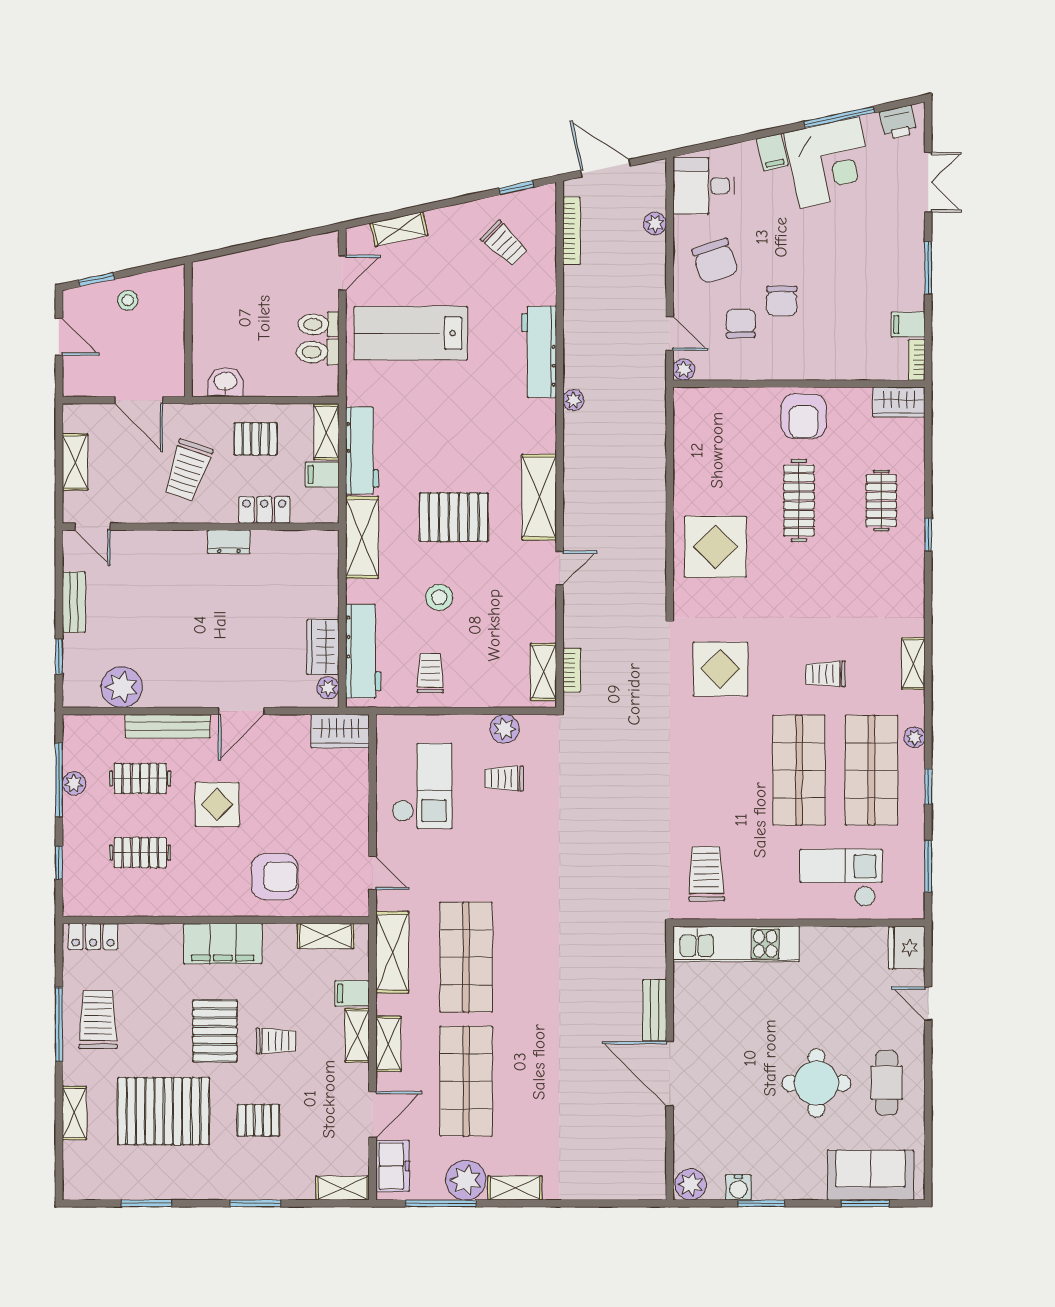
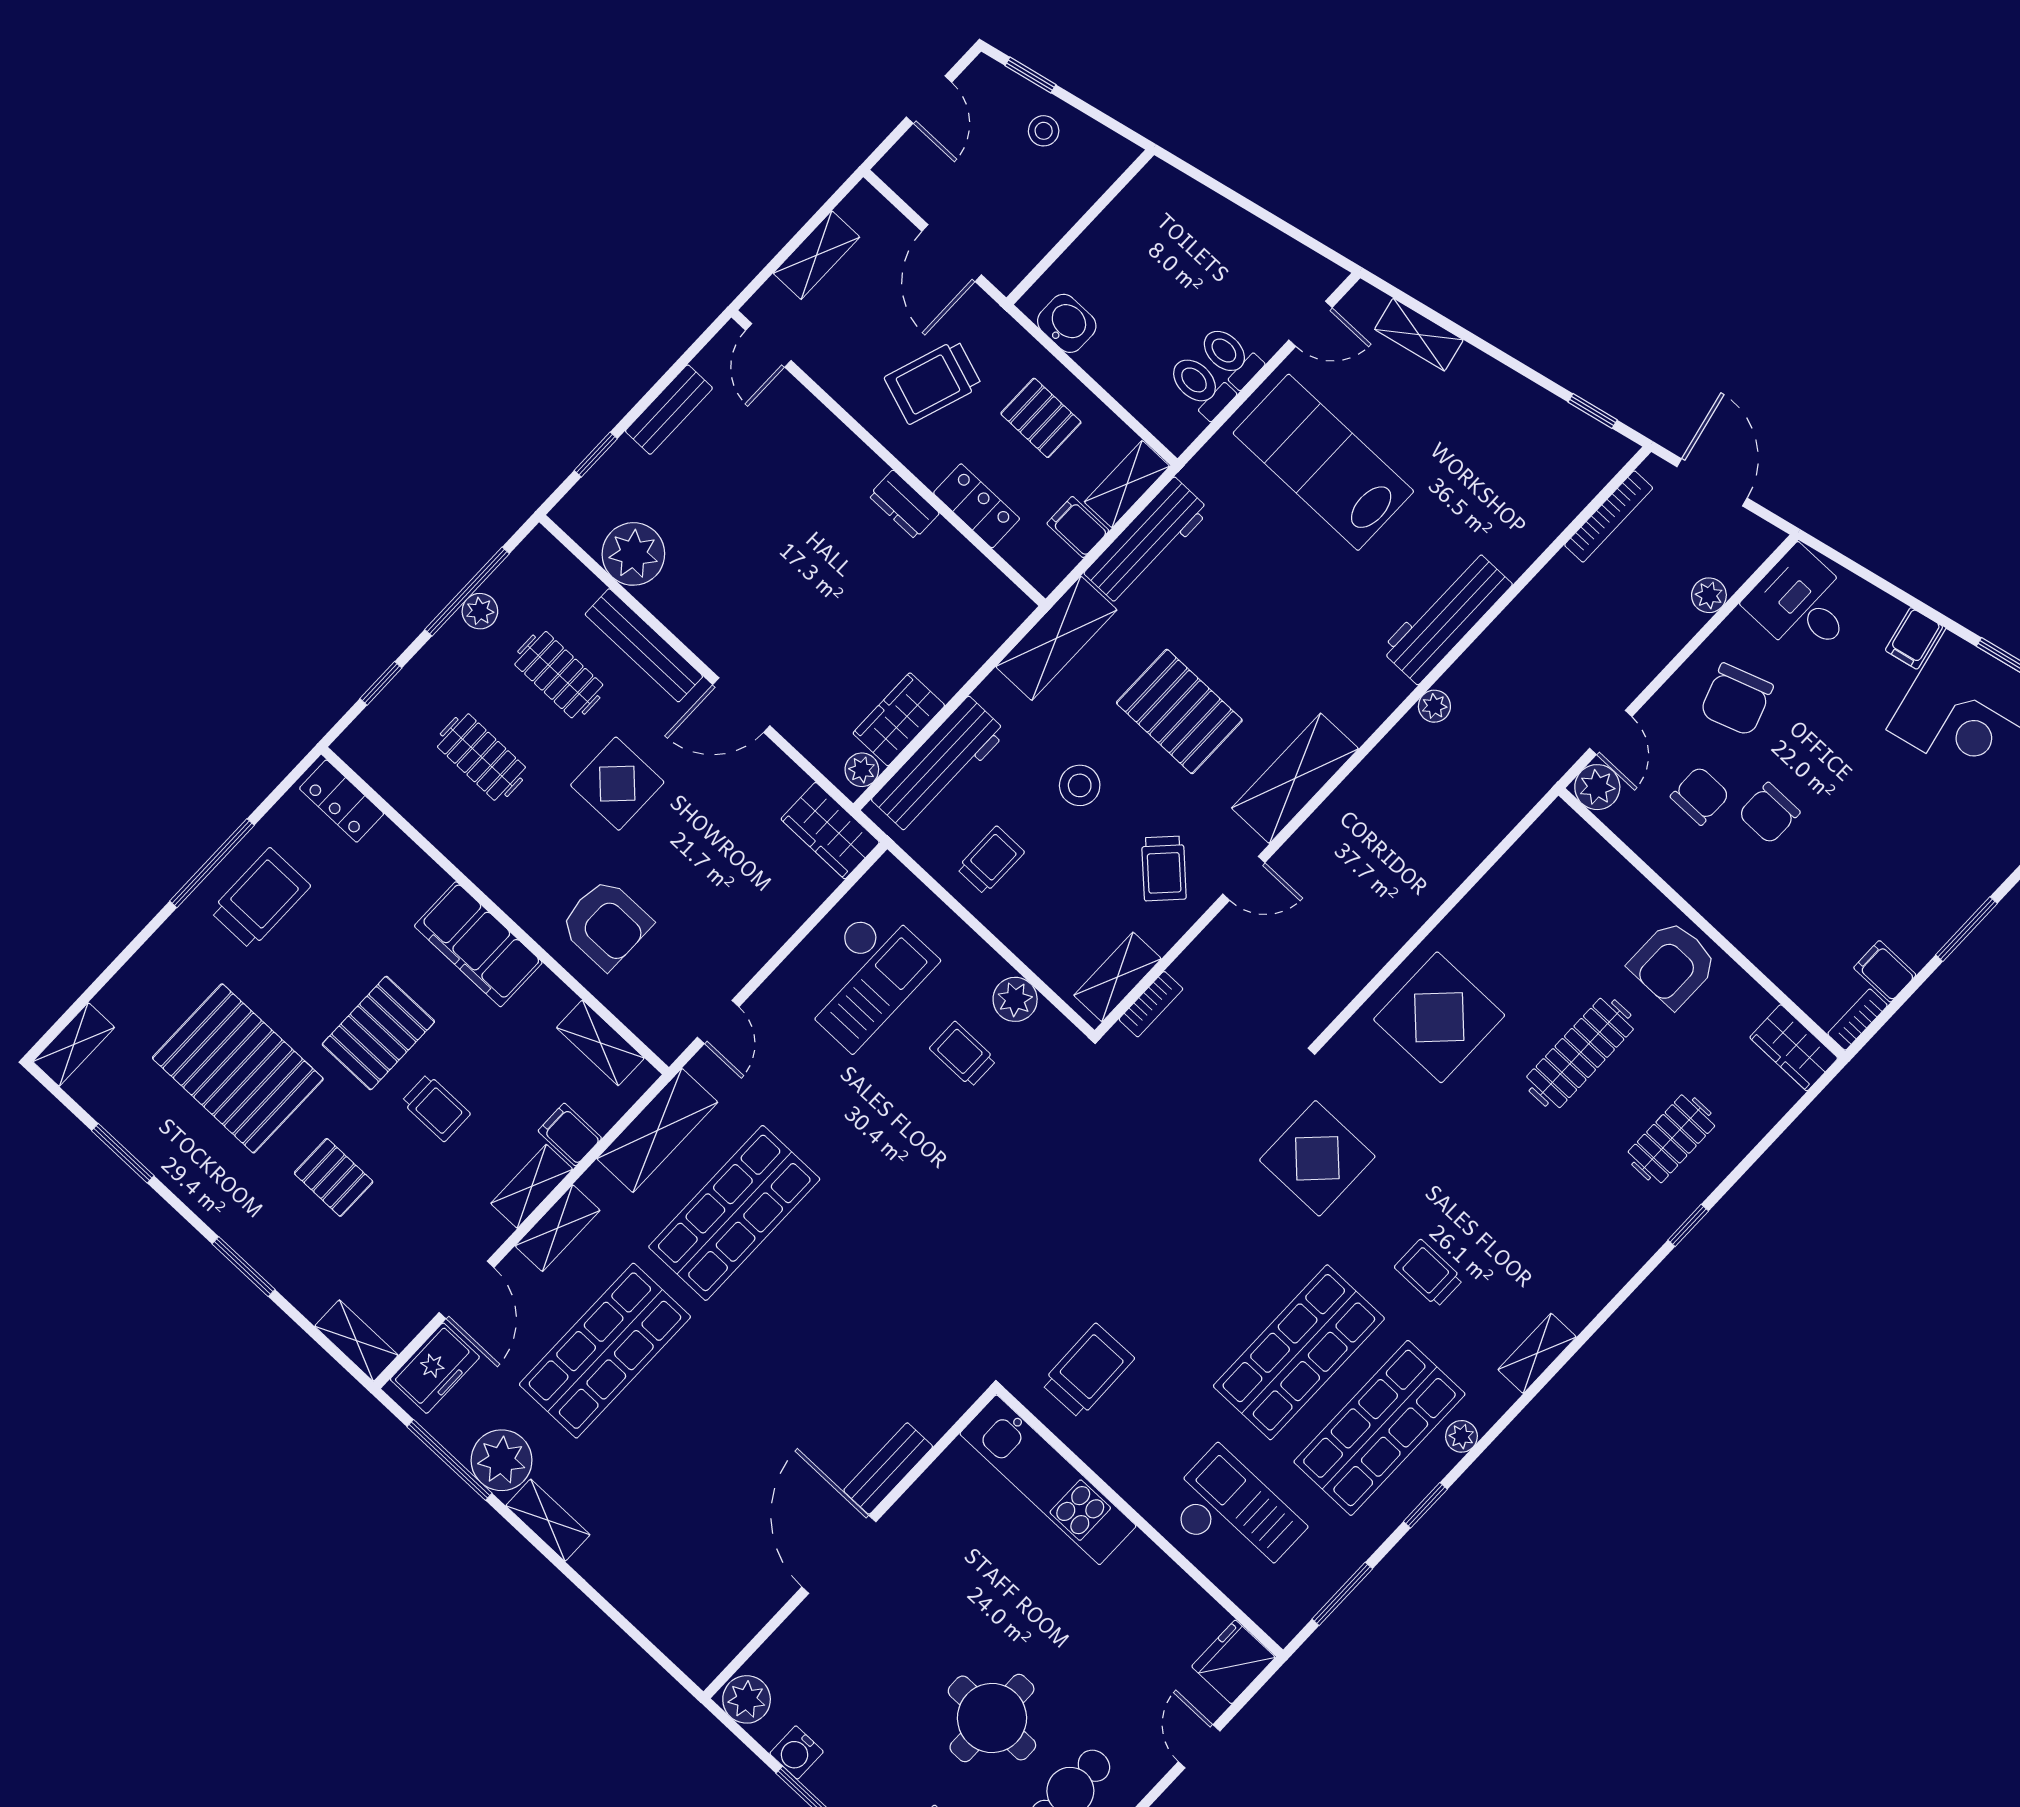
trolley: (505, 244) -> (1164, 868), moved
plant: (684, 370) -> (1597, 787), width x1.38, depth x1.38
shelving: (74, 1113) -> (74, 1044), moved
door: (373, 1114) -> (467, 1290), hinge flipped

